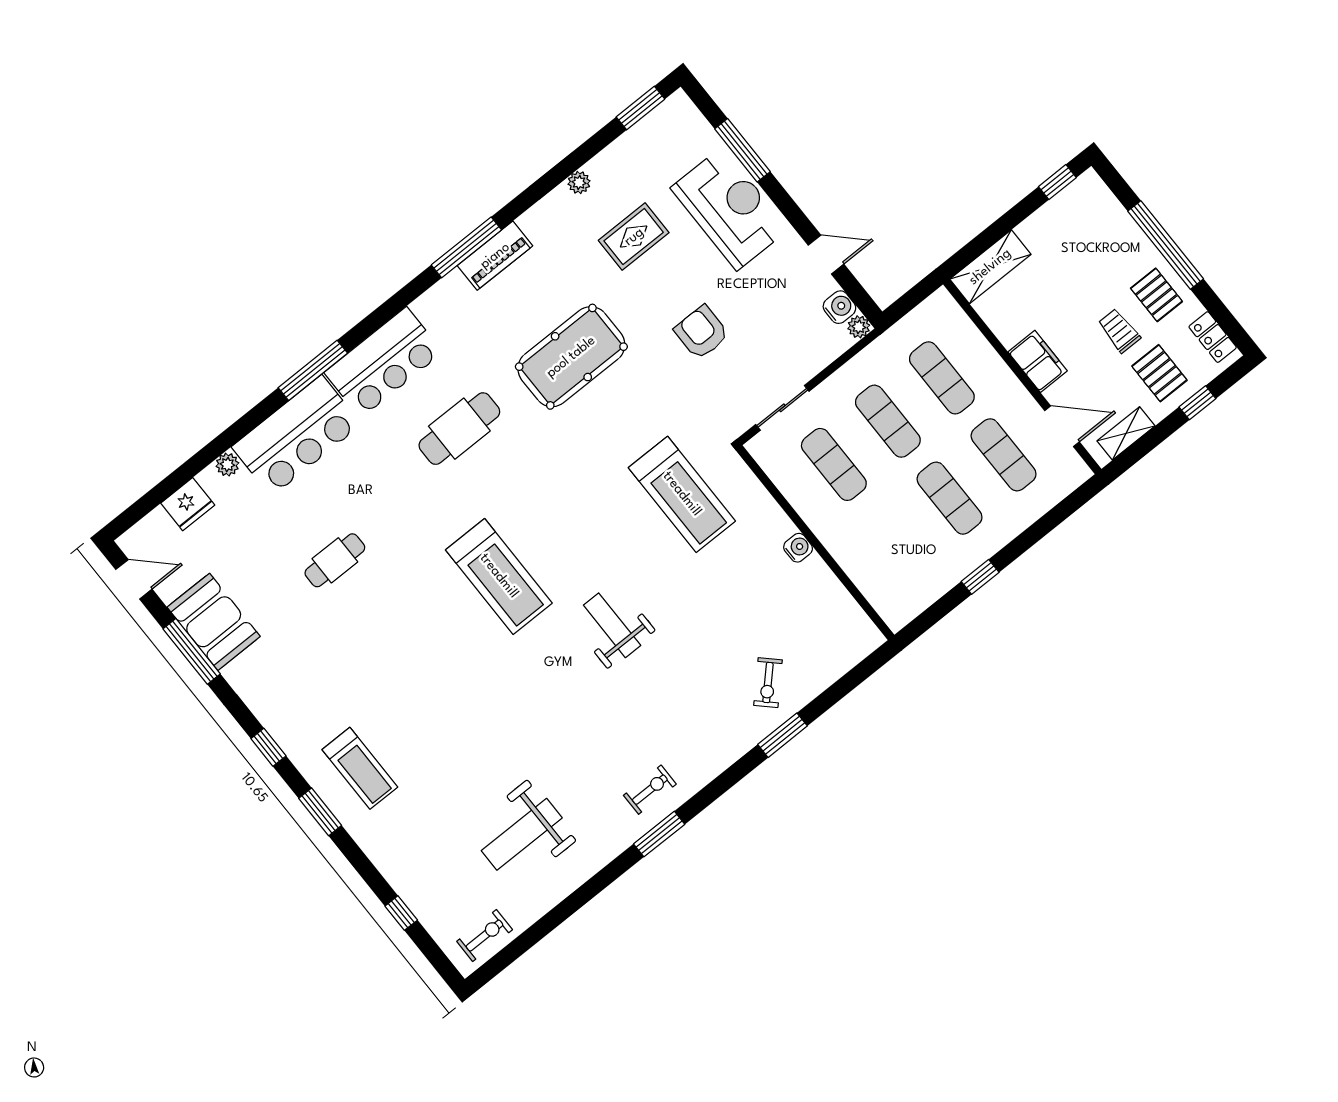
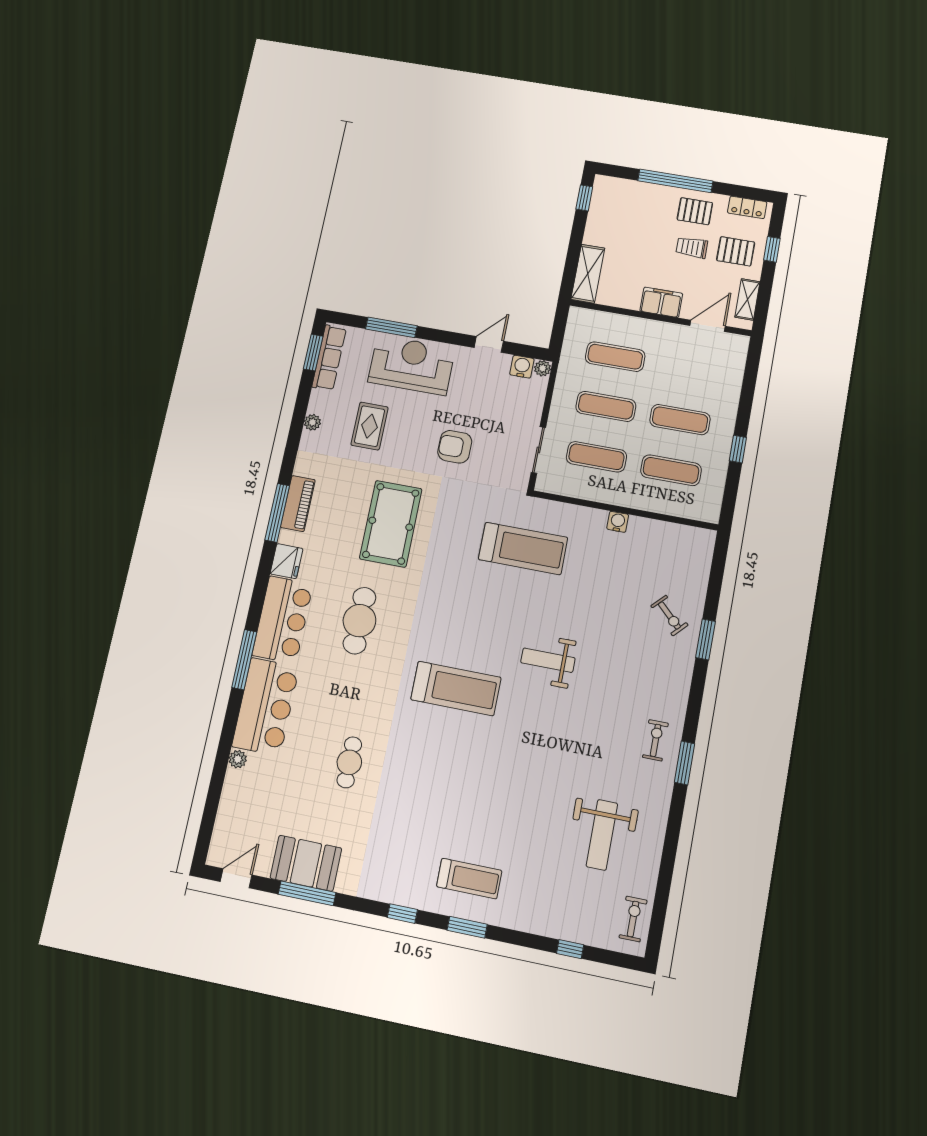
row of seats: (652, 128) -> (329, 358), added
exercise mat: (1004, 455) -> (671, 470), moved
fridge: (188, 504) -> (286, 561), moved

